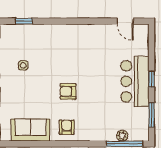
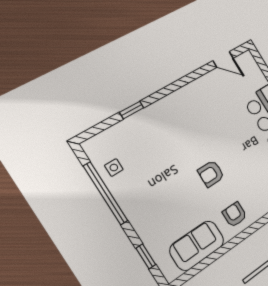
window: (24, 21) -> (132, 110), moved
side table: (23, 65) -> (114, 167), moved

